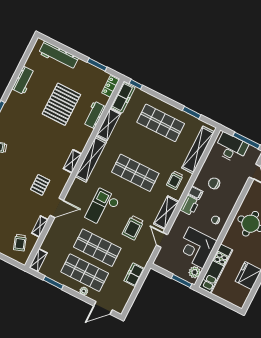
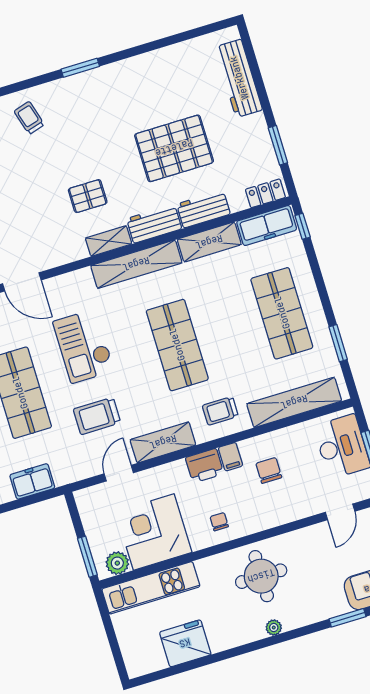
workbench: (23, 80) -> (154, 224), moved, turned 180
pallet: (40, 185) -> (88, 196), moved
checkout: (102, 208) -> (84, 346), turned -90

